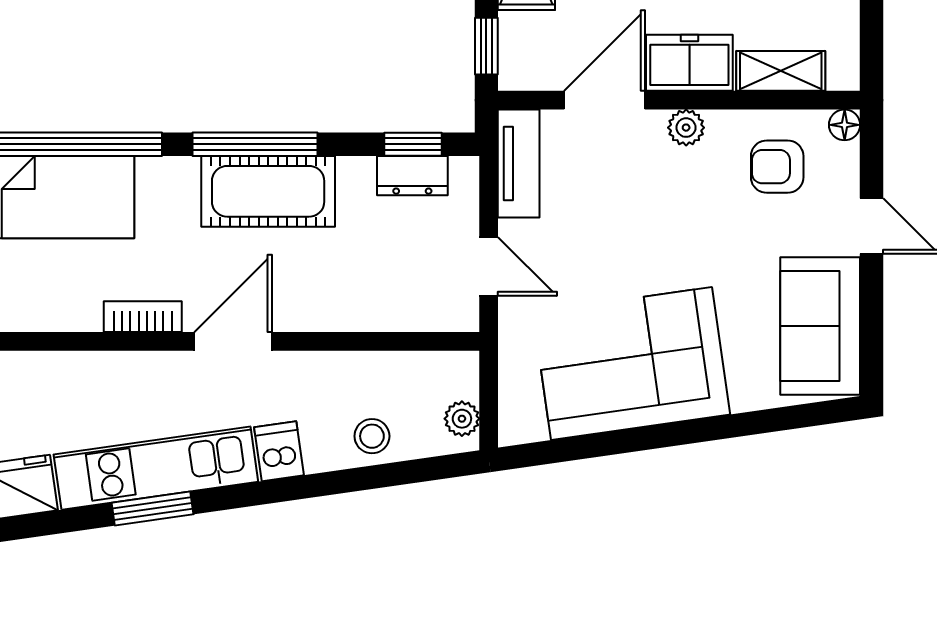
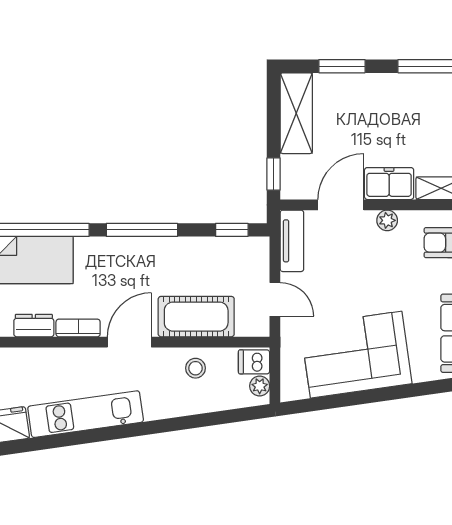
dresser: (412, 176) -> (34, 326), moved, turned 180
cot: (268, 191) -> (196, 317), moved
stool: (372, 436) -> (195, 368), moved
dishwasher: (279, 451) -> (254, 362), moved, turned -82
window: (152, 509) -> (84, 437), removed

